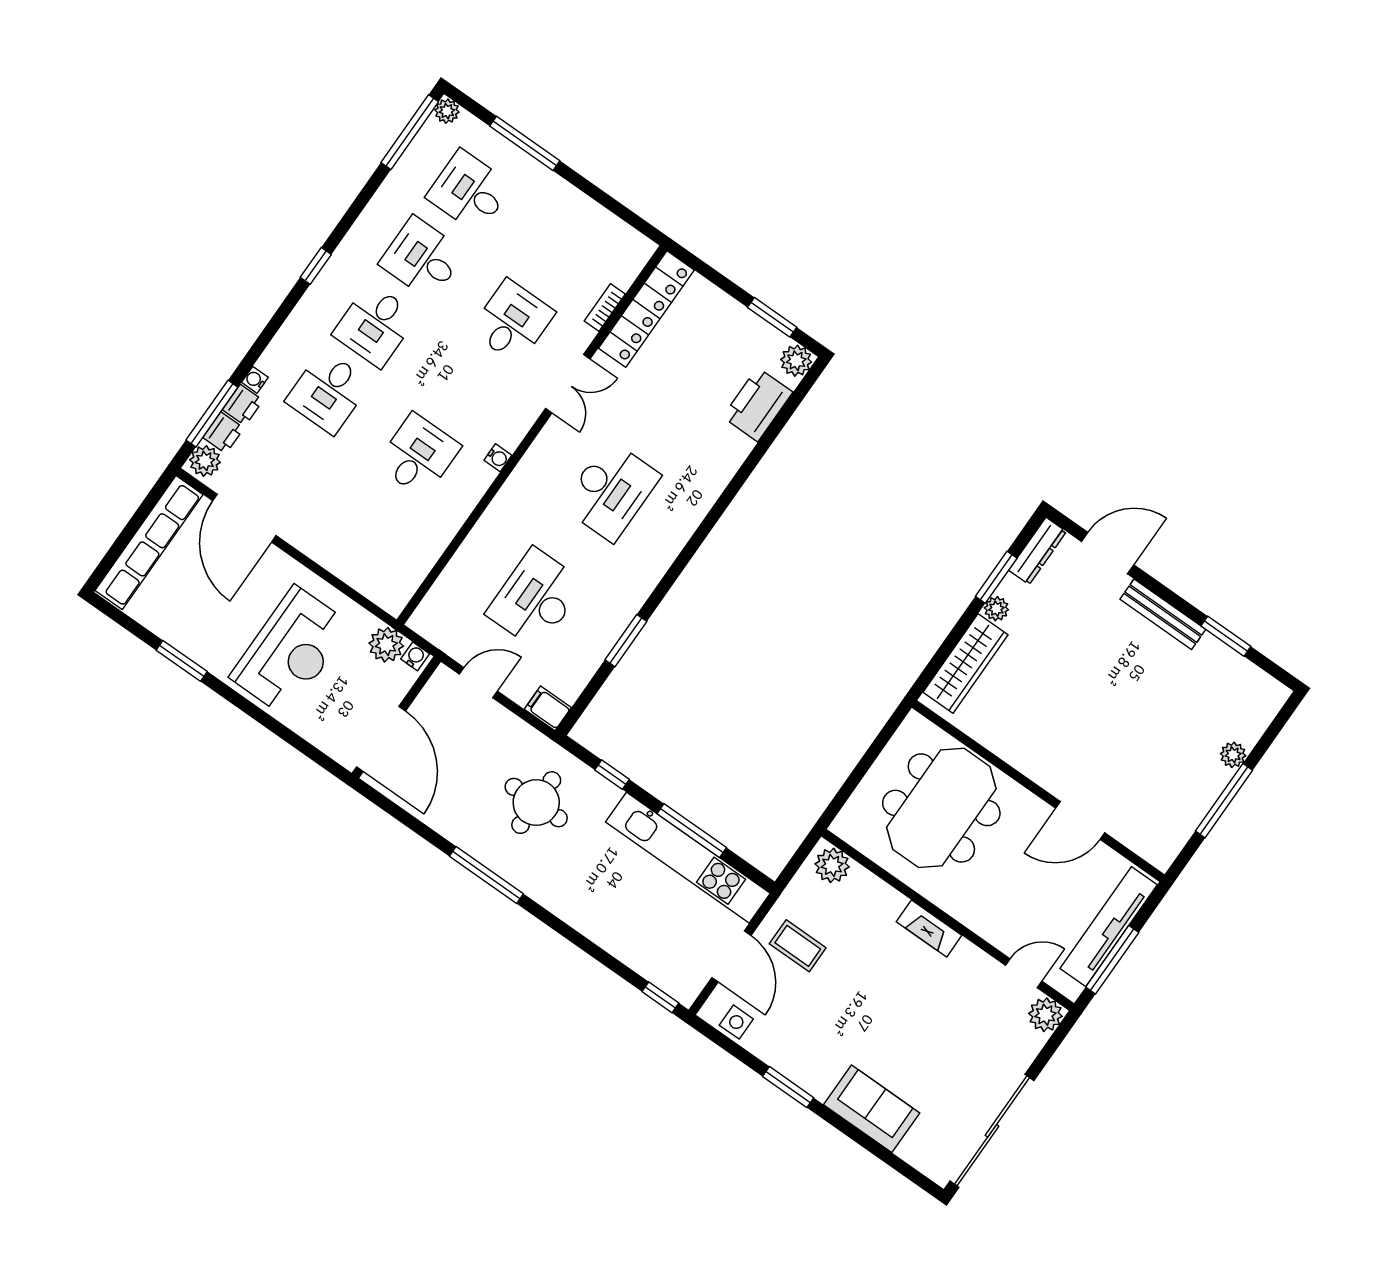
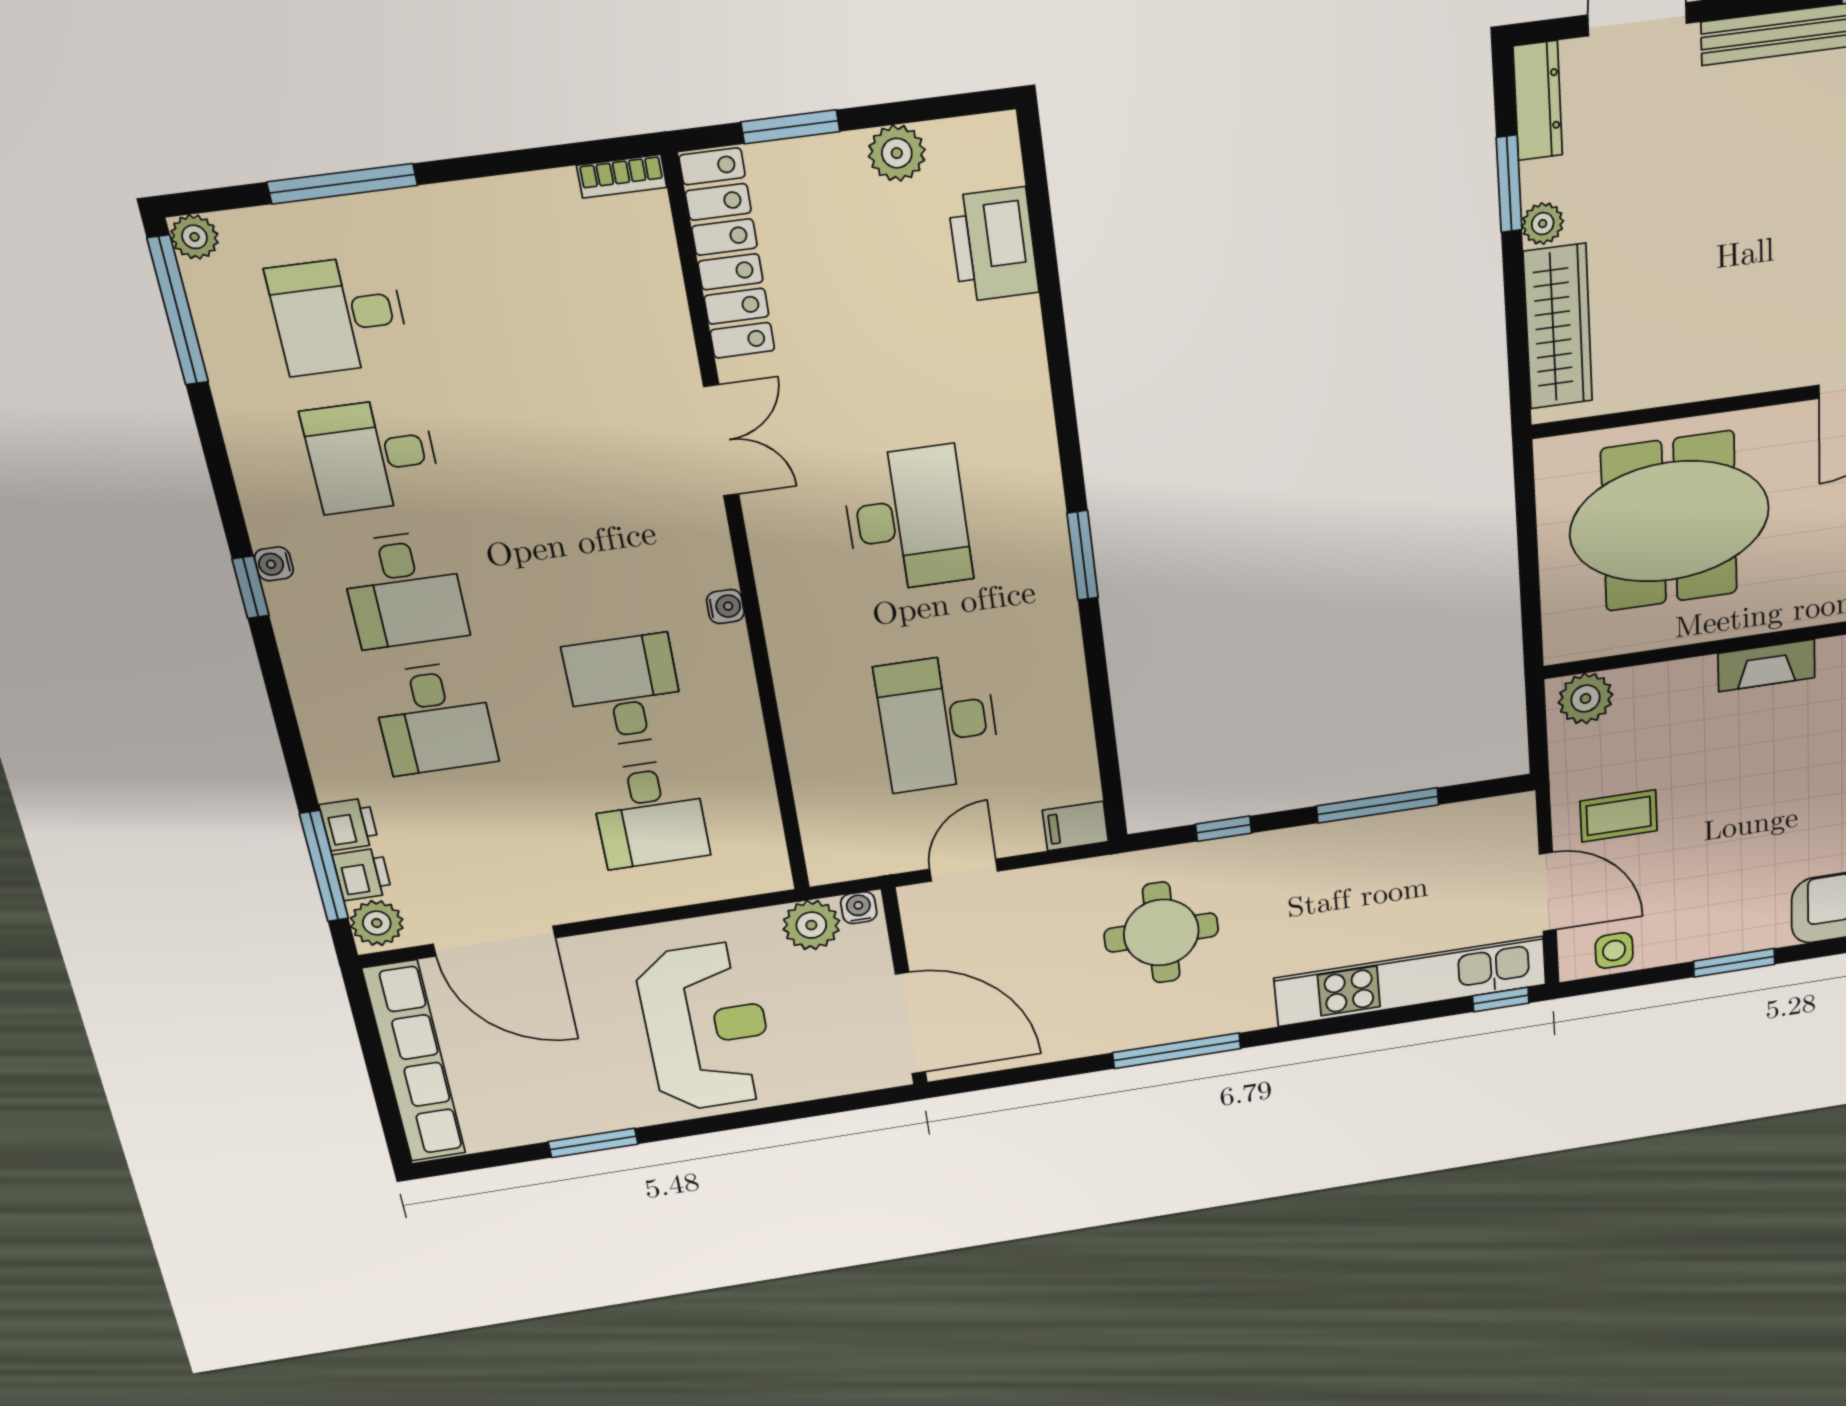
bookcase: (605, 307) -> (622, 176), moved, turned -90
window: (772, 317) -> (790, 127), moved
desk: (512, 322) -> (650, 814), moved, turned 180
plant: (796, 361) -> (897, 153), moved
water cooler: (255, 380) -> (274, 564), moved
window: (626, 641) -> (1083, 556), moved
meeting table: (941, 808) -> (1670, 522), turned 90
kitchen unit: (688, 858) -> (1411, 981), moved, turned 180

